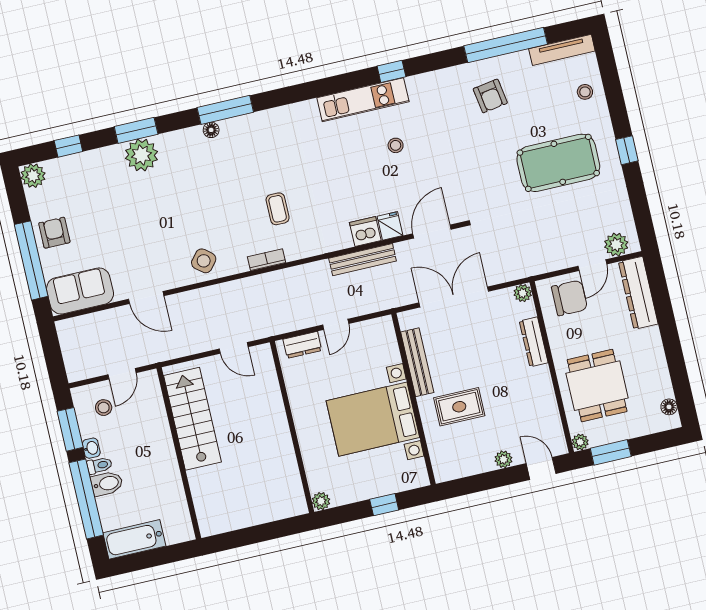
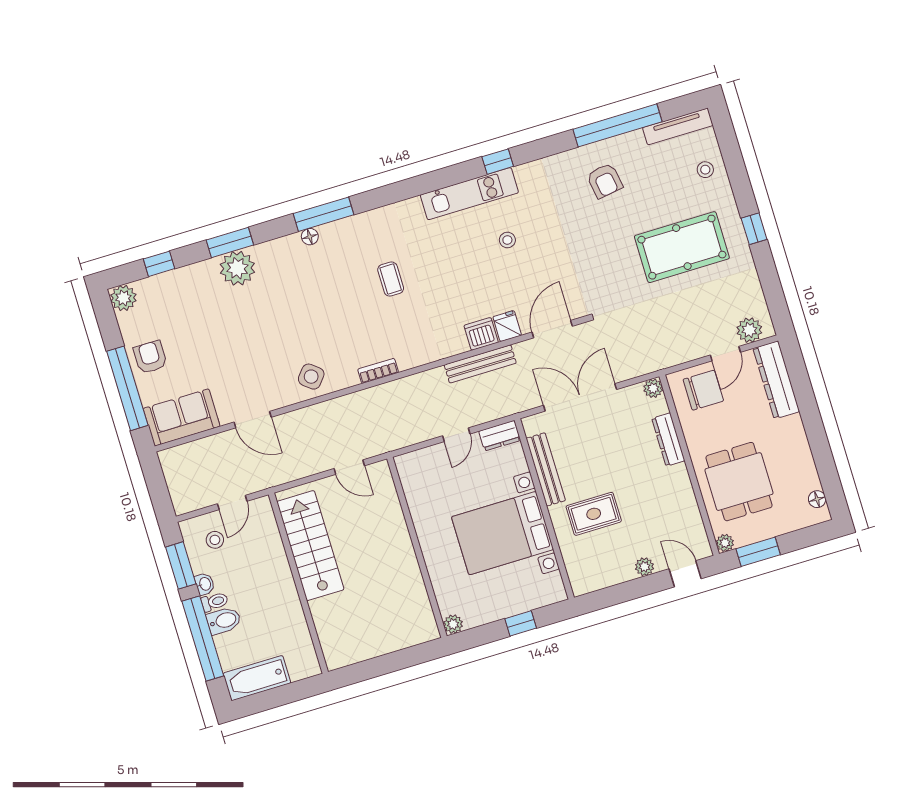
coffee table: (278, 209) -> (391, 279), moved
dresser: (302, 345) -> (500, 436), moved

